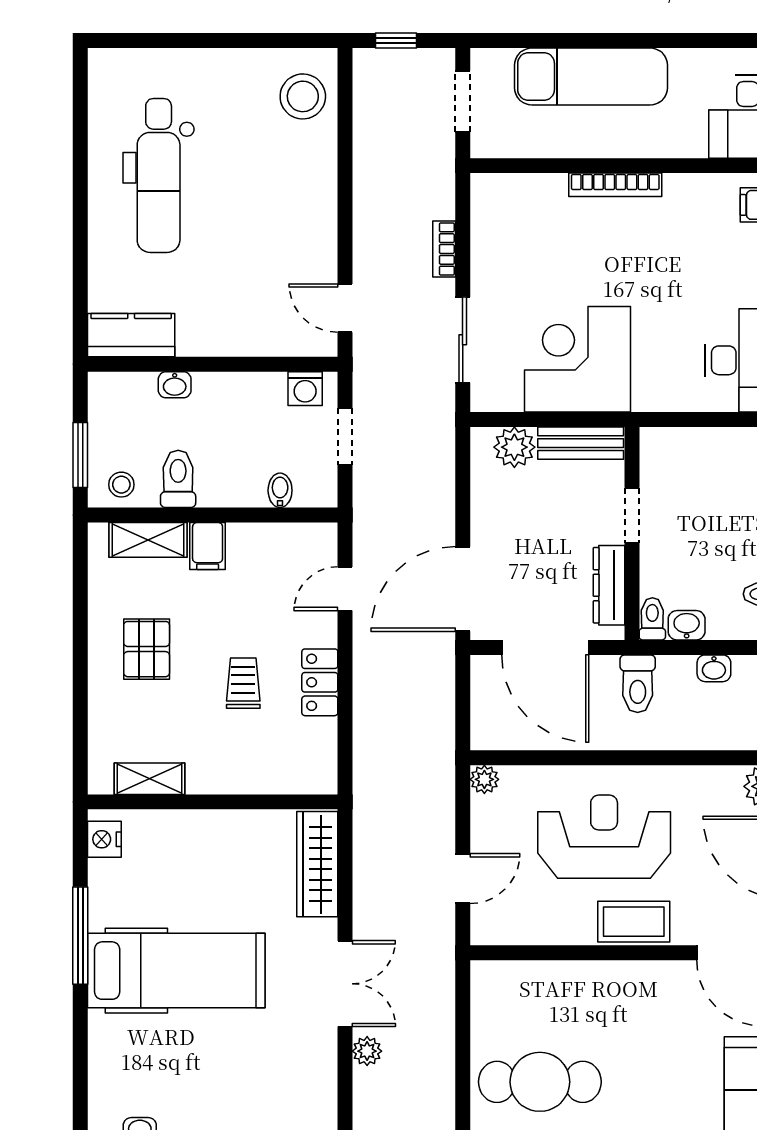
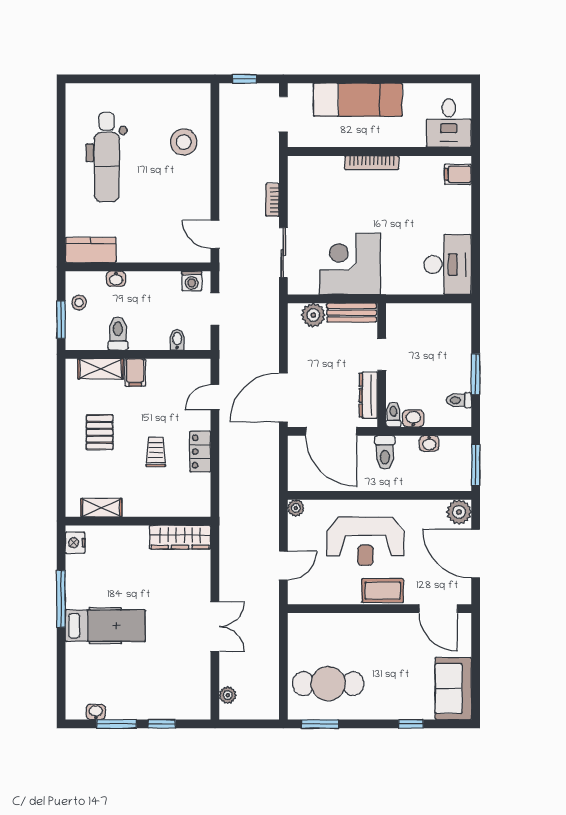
stool: (303, 96) -> (184, 142), moved
stool: (121, 485) -> (79, 303), moved
reception desk: (604, 837) -> (365, 541), turned 180
wardrobe: (317, 864) -> (180, 537), moved, turned -90
hospital bed: (176, 971) -> (105, 626), width x0.73, depth x0.78
plant: (367, 1051) -> (228, 695), moved

